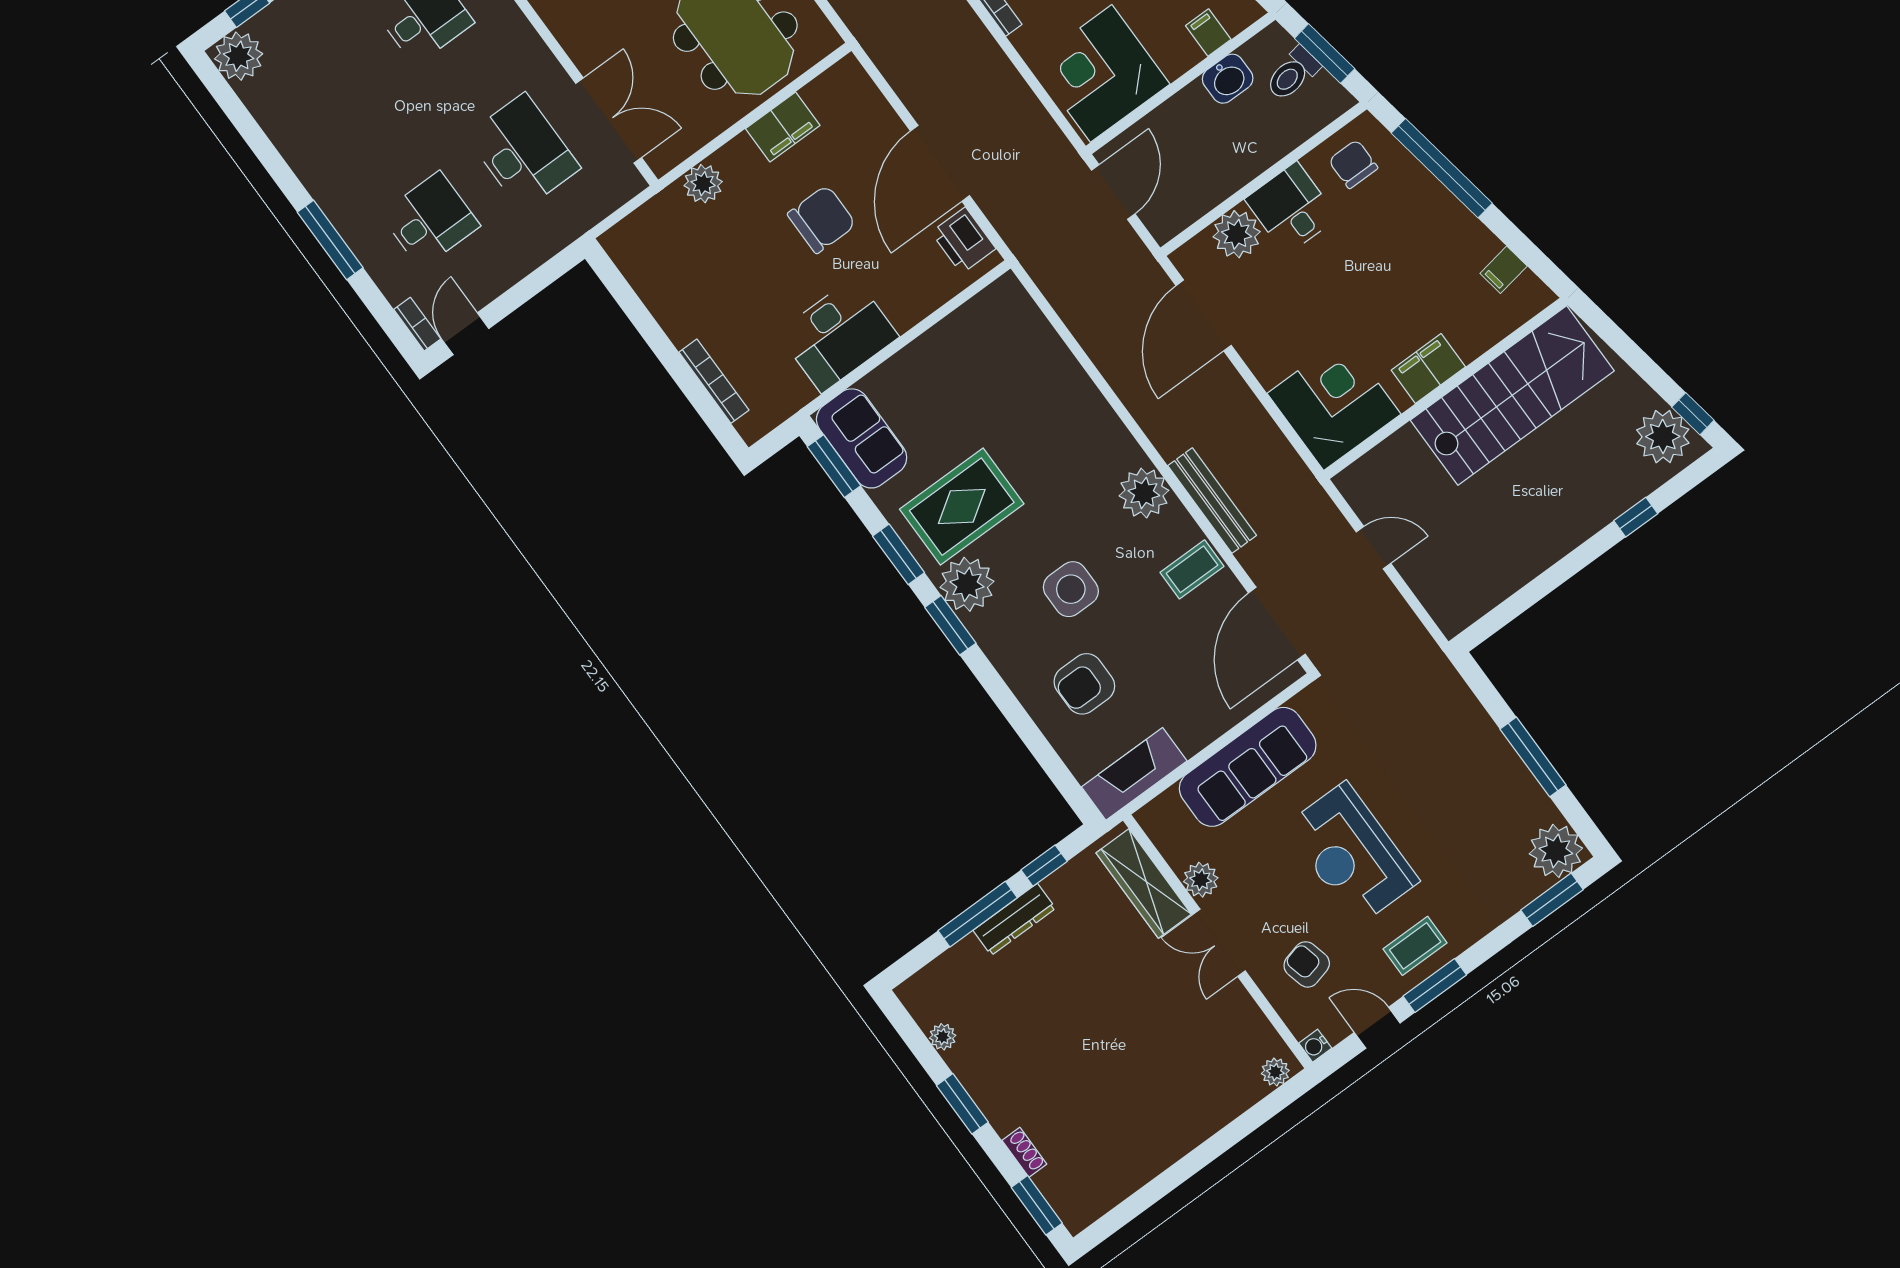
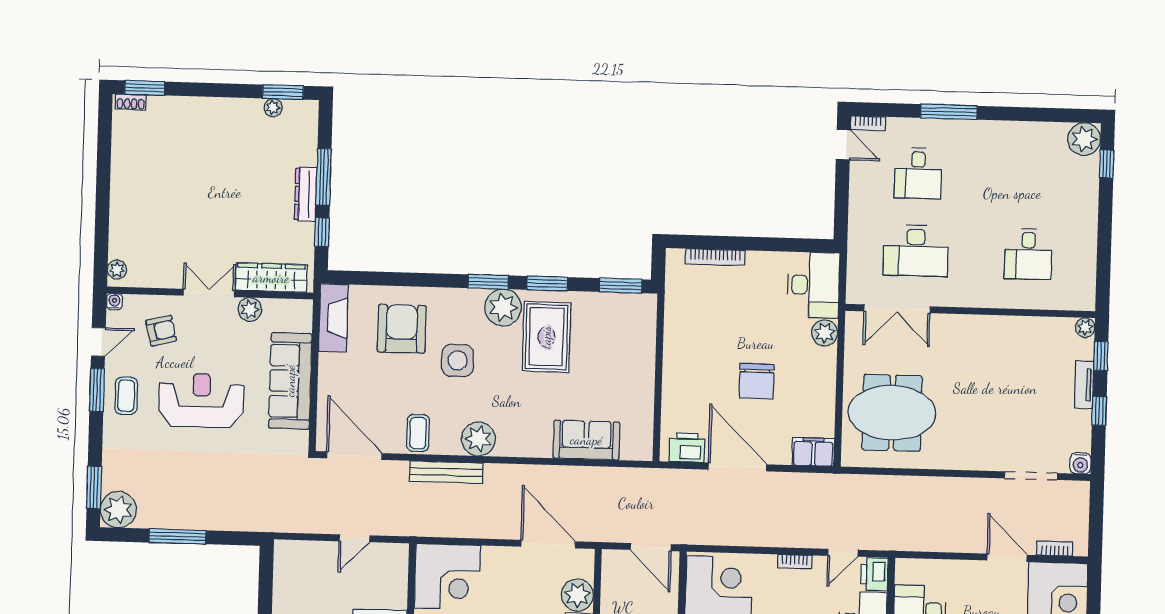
filing cabinet: (783, 127) -> (813, 452), moved, turned 90
desk: (838, 335) -> (813, 285), moved, turned 180
sofa: (862, 438) -> (586, 440), moved, turned 180
armchair: (1084, 684) -> (402, 329), width x1.36, depth x1.36
window: (962, 1104) -> (283, 92), moved
shoe rack: (1024, 1152) -> (131, 102), moved

